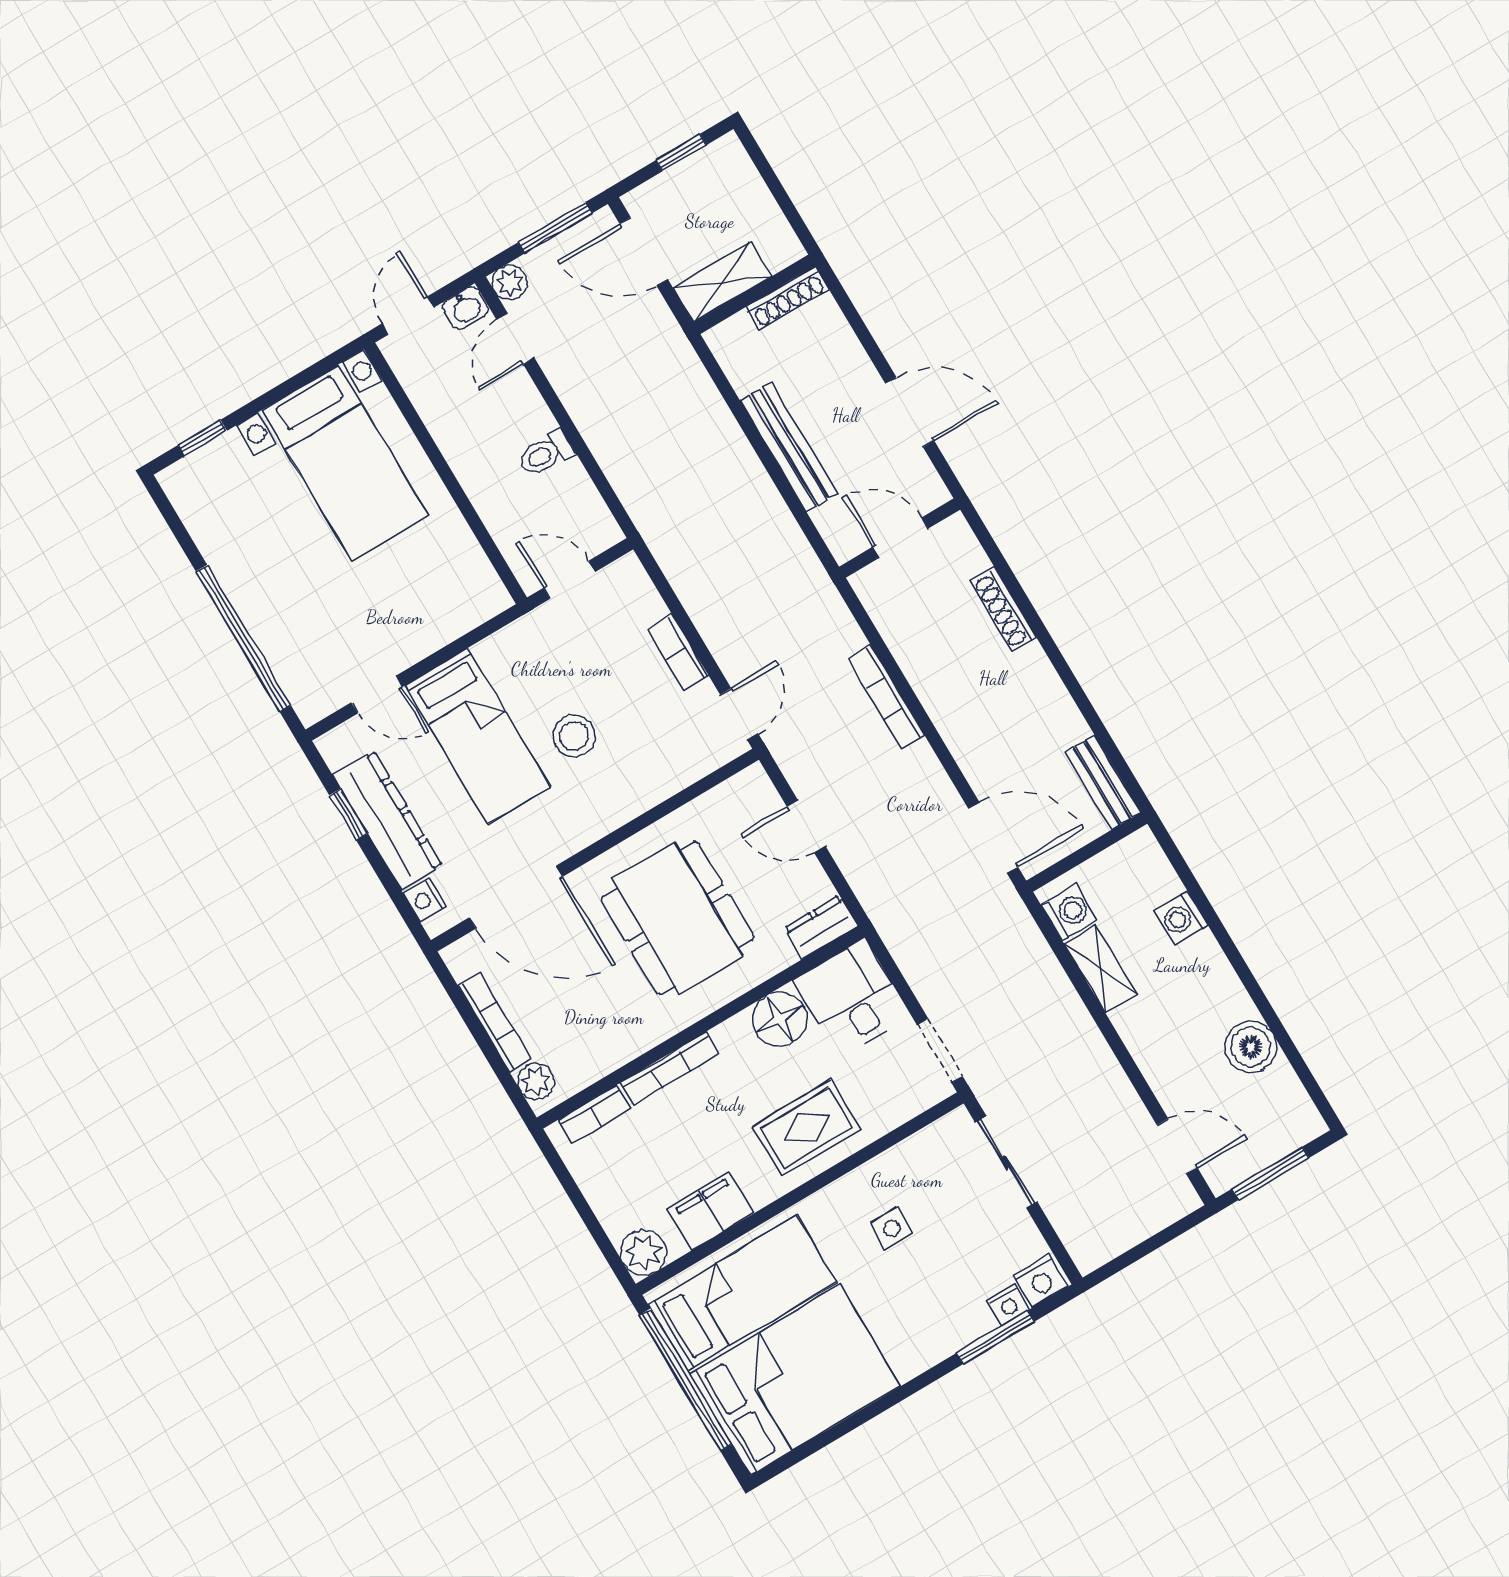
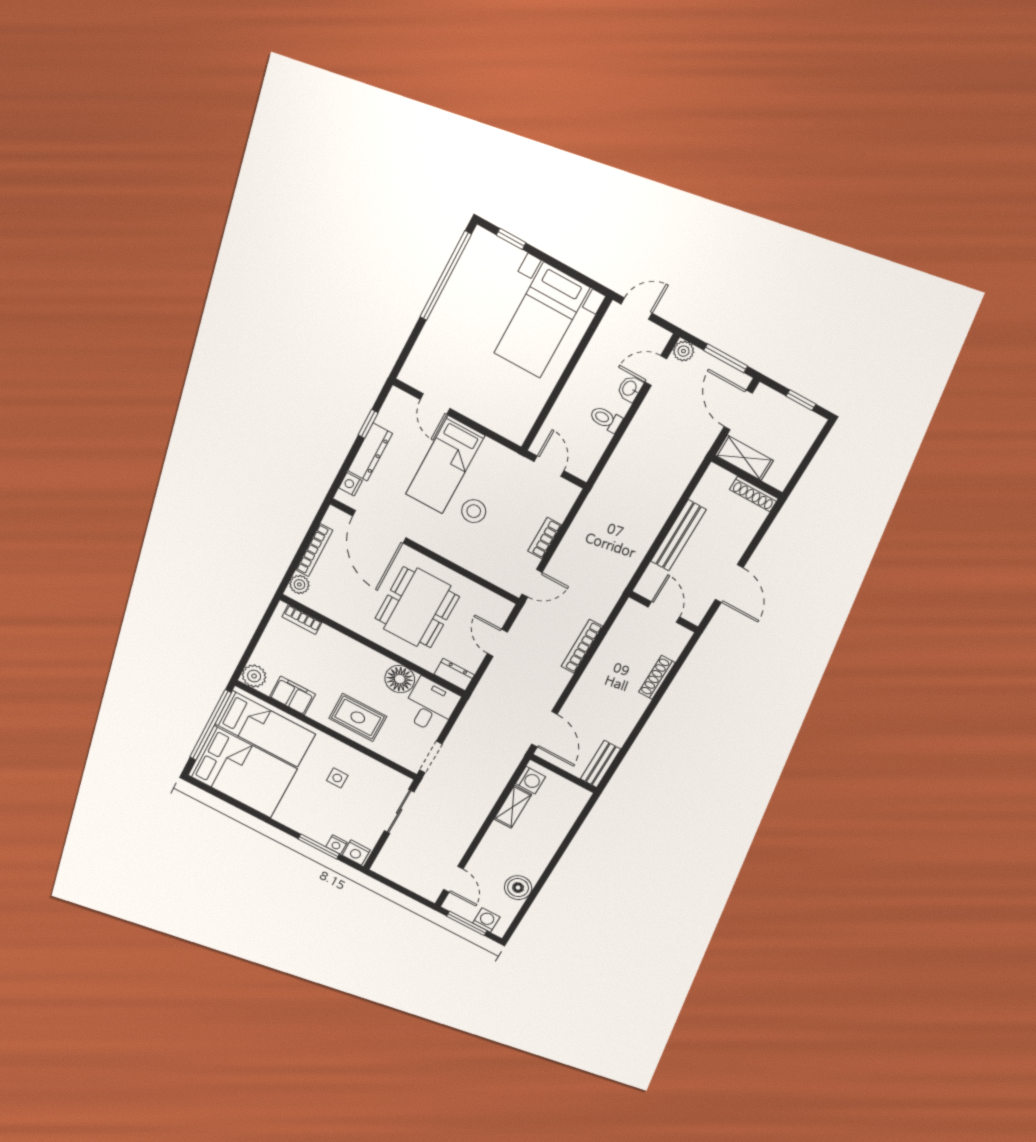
washbasin: (466, 308) -> (630, 388), moved, turned 90
window: (243, 638) -> (446, 276), moved
dresser: (387, 821) -> (370, 452), width x0.73, depth x0.80
washing machine: (1181, 918) -> (486, 920), moved, turned 90
bookcase: (670, 1068) -> (345, 642), removed

